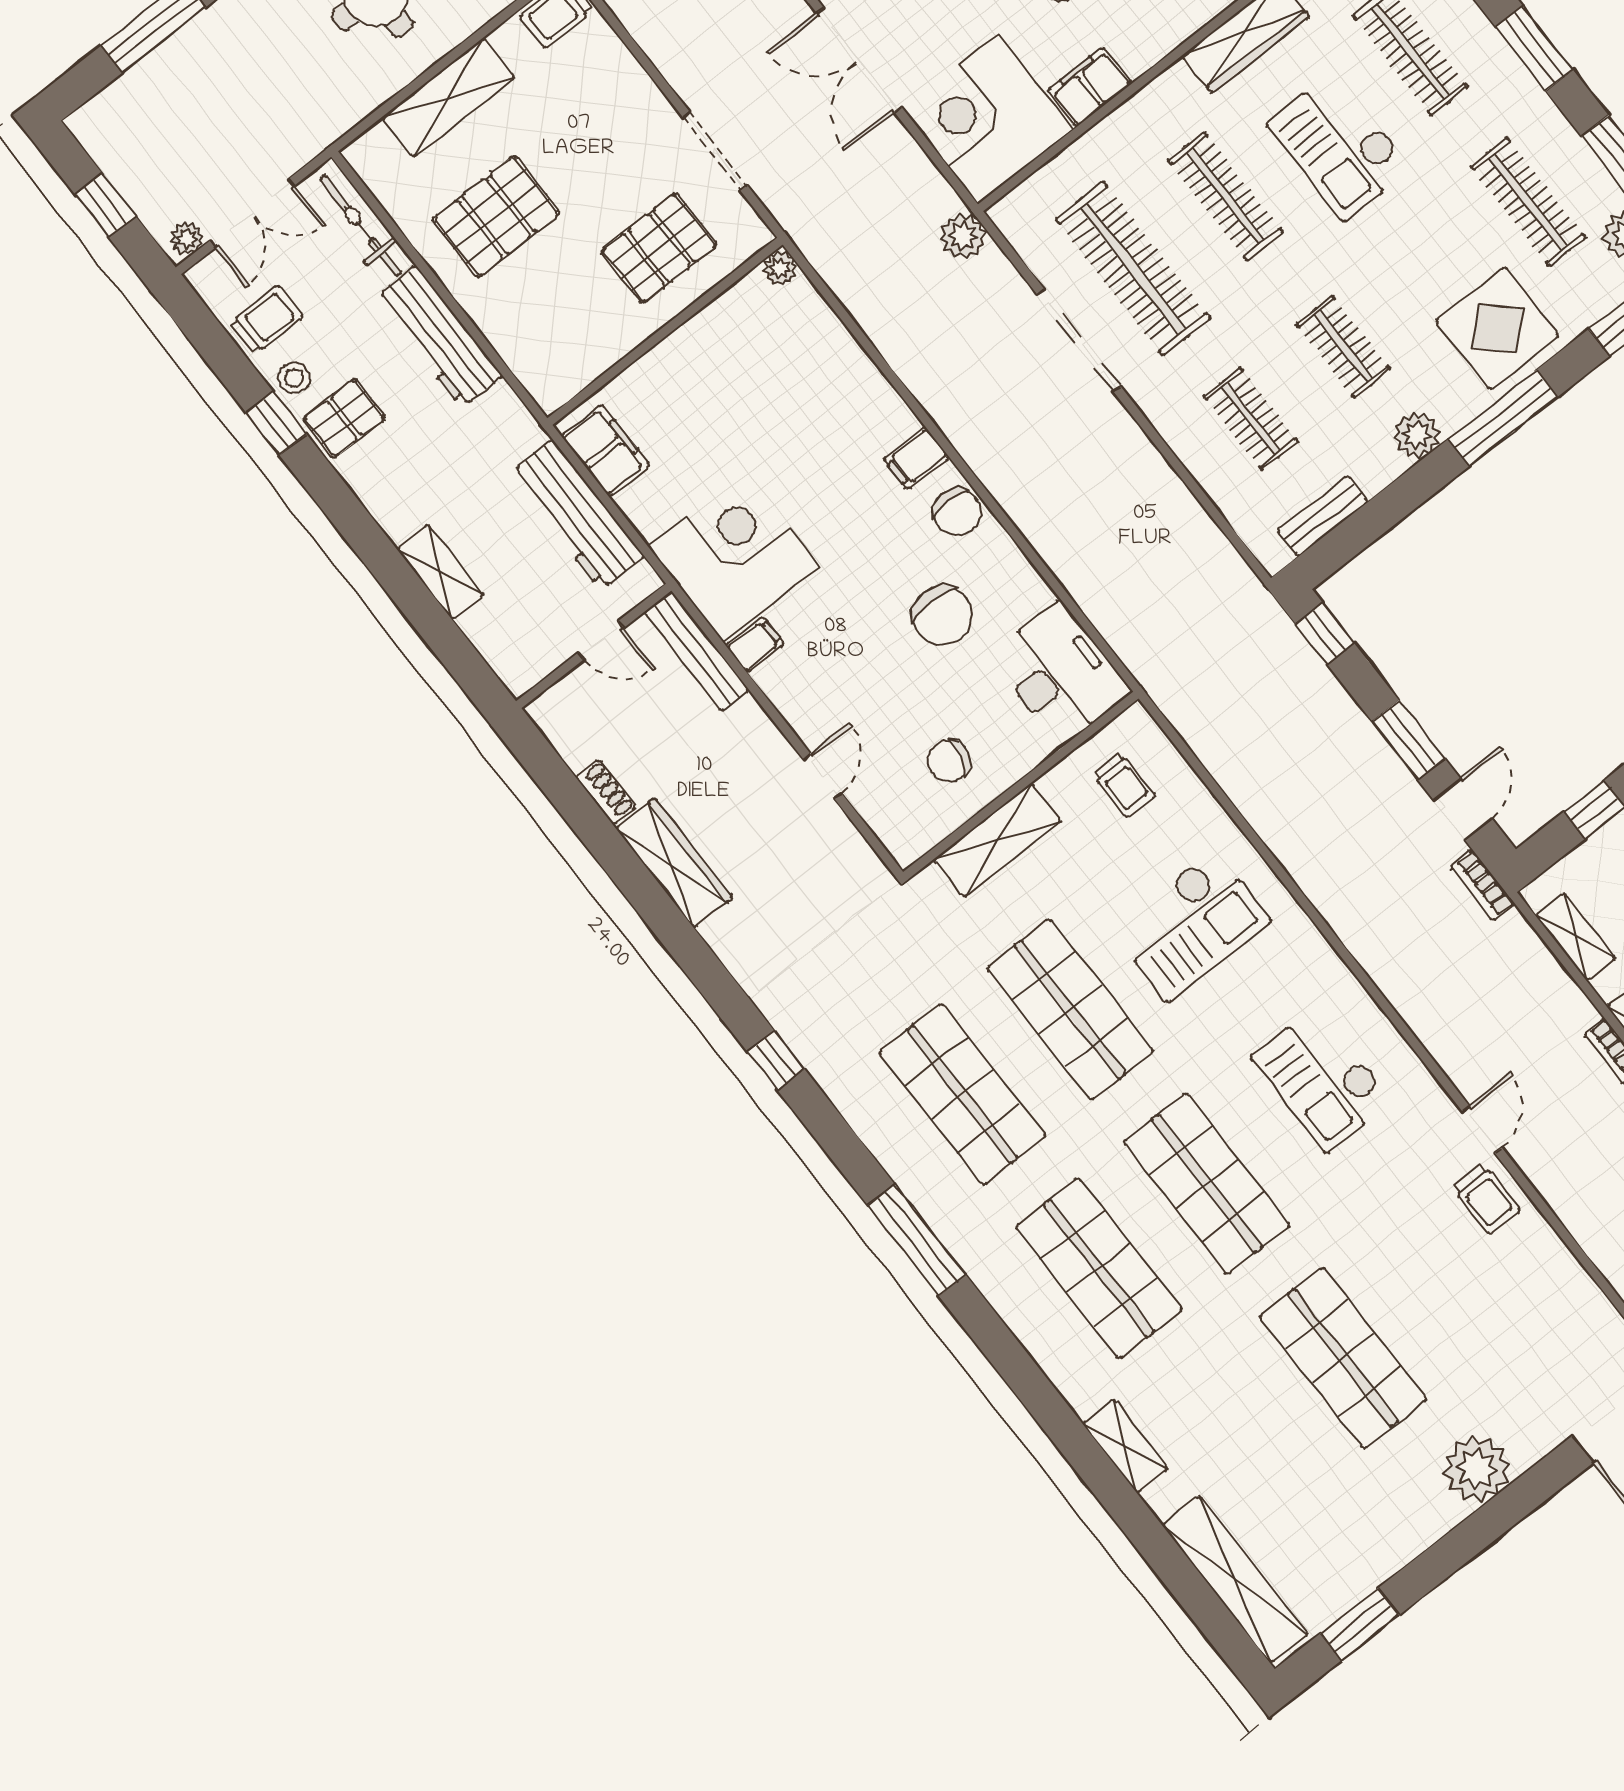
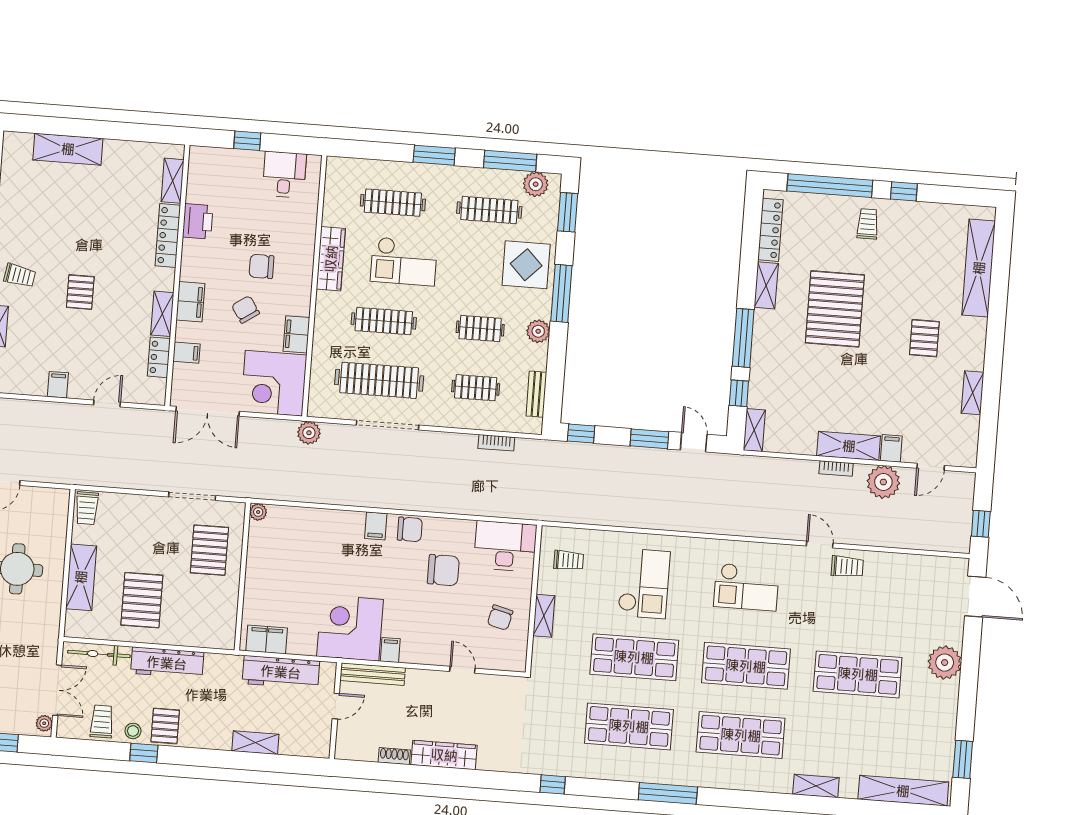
shelving: (998, 840) -> (544, 616), width x0.67, depth x0.75
bookcase: (1483, 885) -> (496, 443), moved
shelving: (1576, 937) -> (754, 430), moved, turned 90

